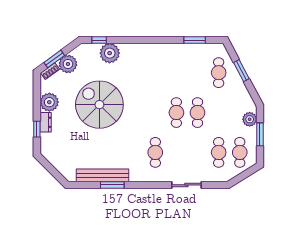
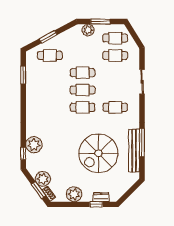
spiral stairs: (99, 105) -> (98, 153), moved
cafe table: (155, 113) -> (83, 107), added
dresser: (46, 122) -> (101, 197), moved
window: (112, 185) -> (142, 143), width x1.44

